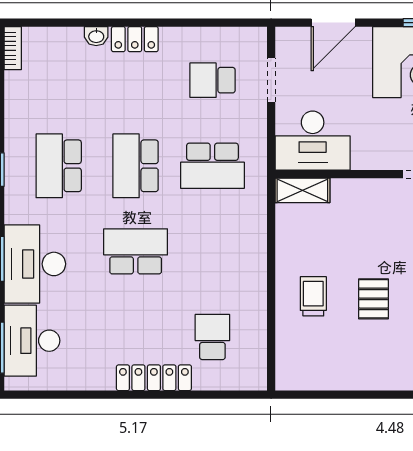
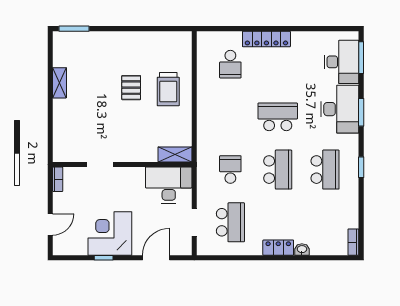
school desk: (212, 80) -> (230, 222), width x1.85
school desk: (212, 166) -> (230, 170), width x0.54
school desk: (136, 251) -> (278, 117), turned 180
trolley: (313, 296) -> (168, 89), width x1.36, depth x1.39

